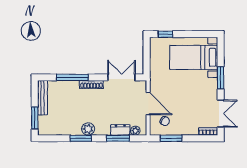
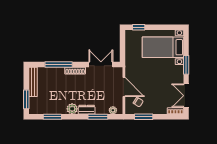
double door: (221, 114) -> (186, 96), swing flipped
dresser: (120, 130) -> (87, 110), moved
window: (81, 138) -> (52, 117), moved

